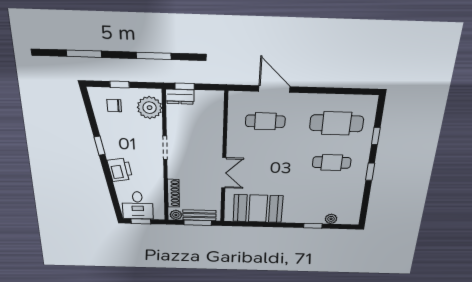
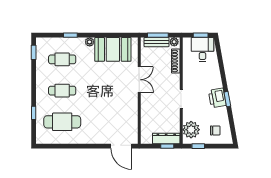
window: (120, 84) -> (198, 146), moved
door: (274, 89) -> (121, 146), moved
dresser: (180, 97) -> (166, 138), width x1.44
cafe table: (265, 121) -> (62, 59), moved
printer: (120, 170) -> (217, 98), moved
window: (370, 172) -> (34, 52), moved
double door: (224, 173) -> (139, 80), swing flipped
plant: (331, 219) -> (90, 42), moved

